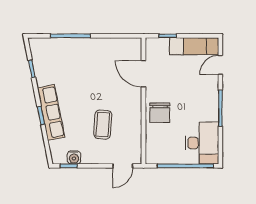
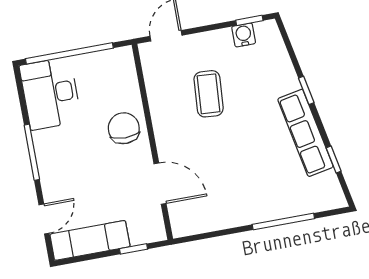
row of seats: (51, 113) -> (305, 133), moved

